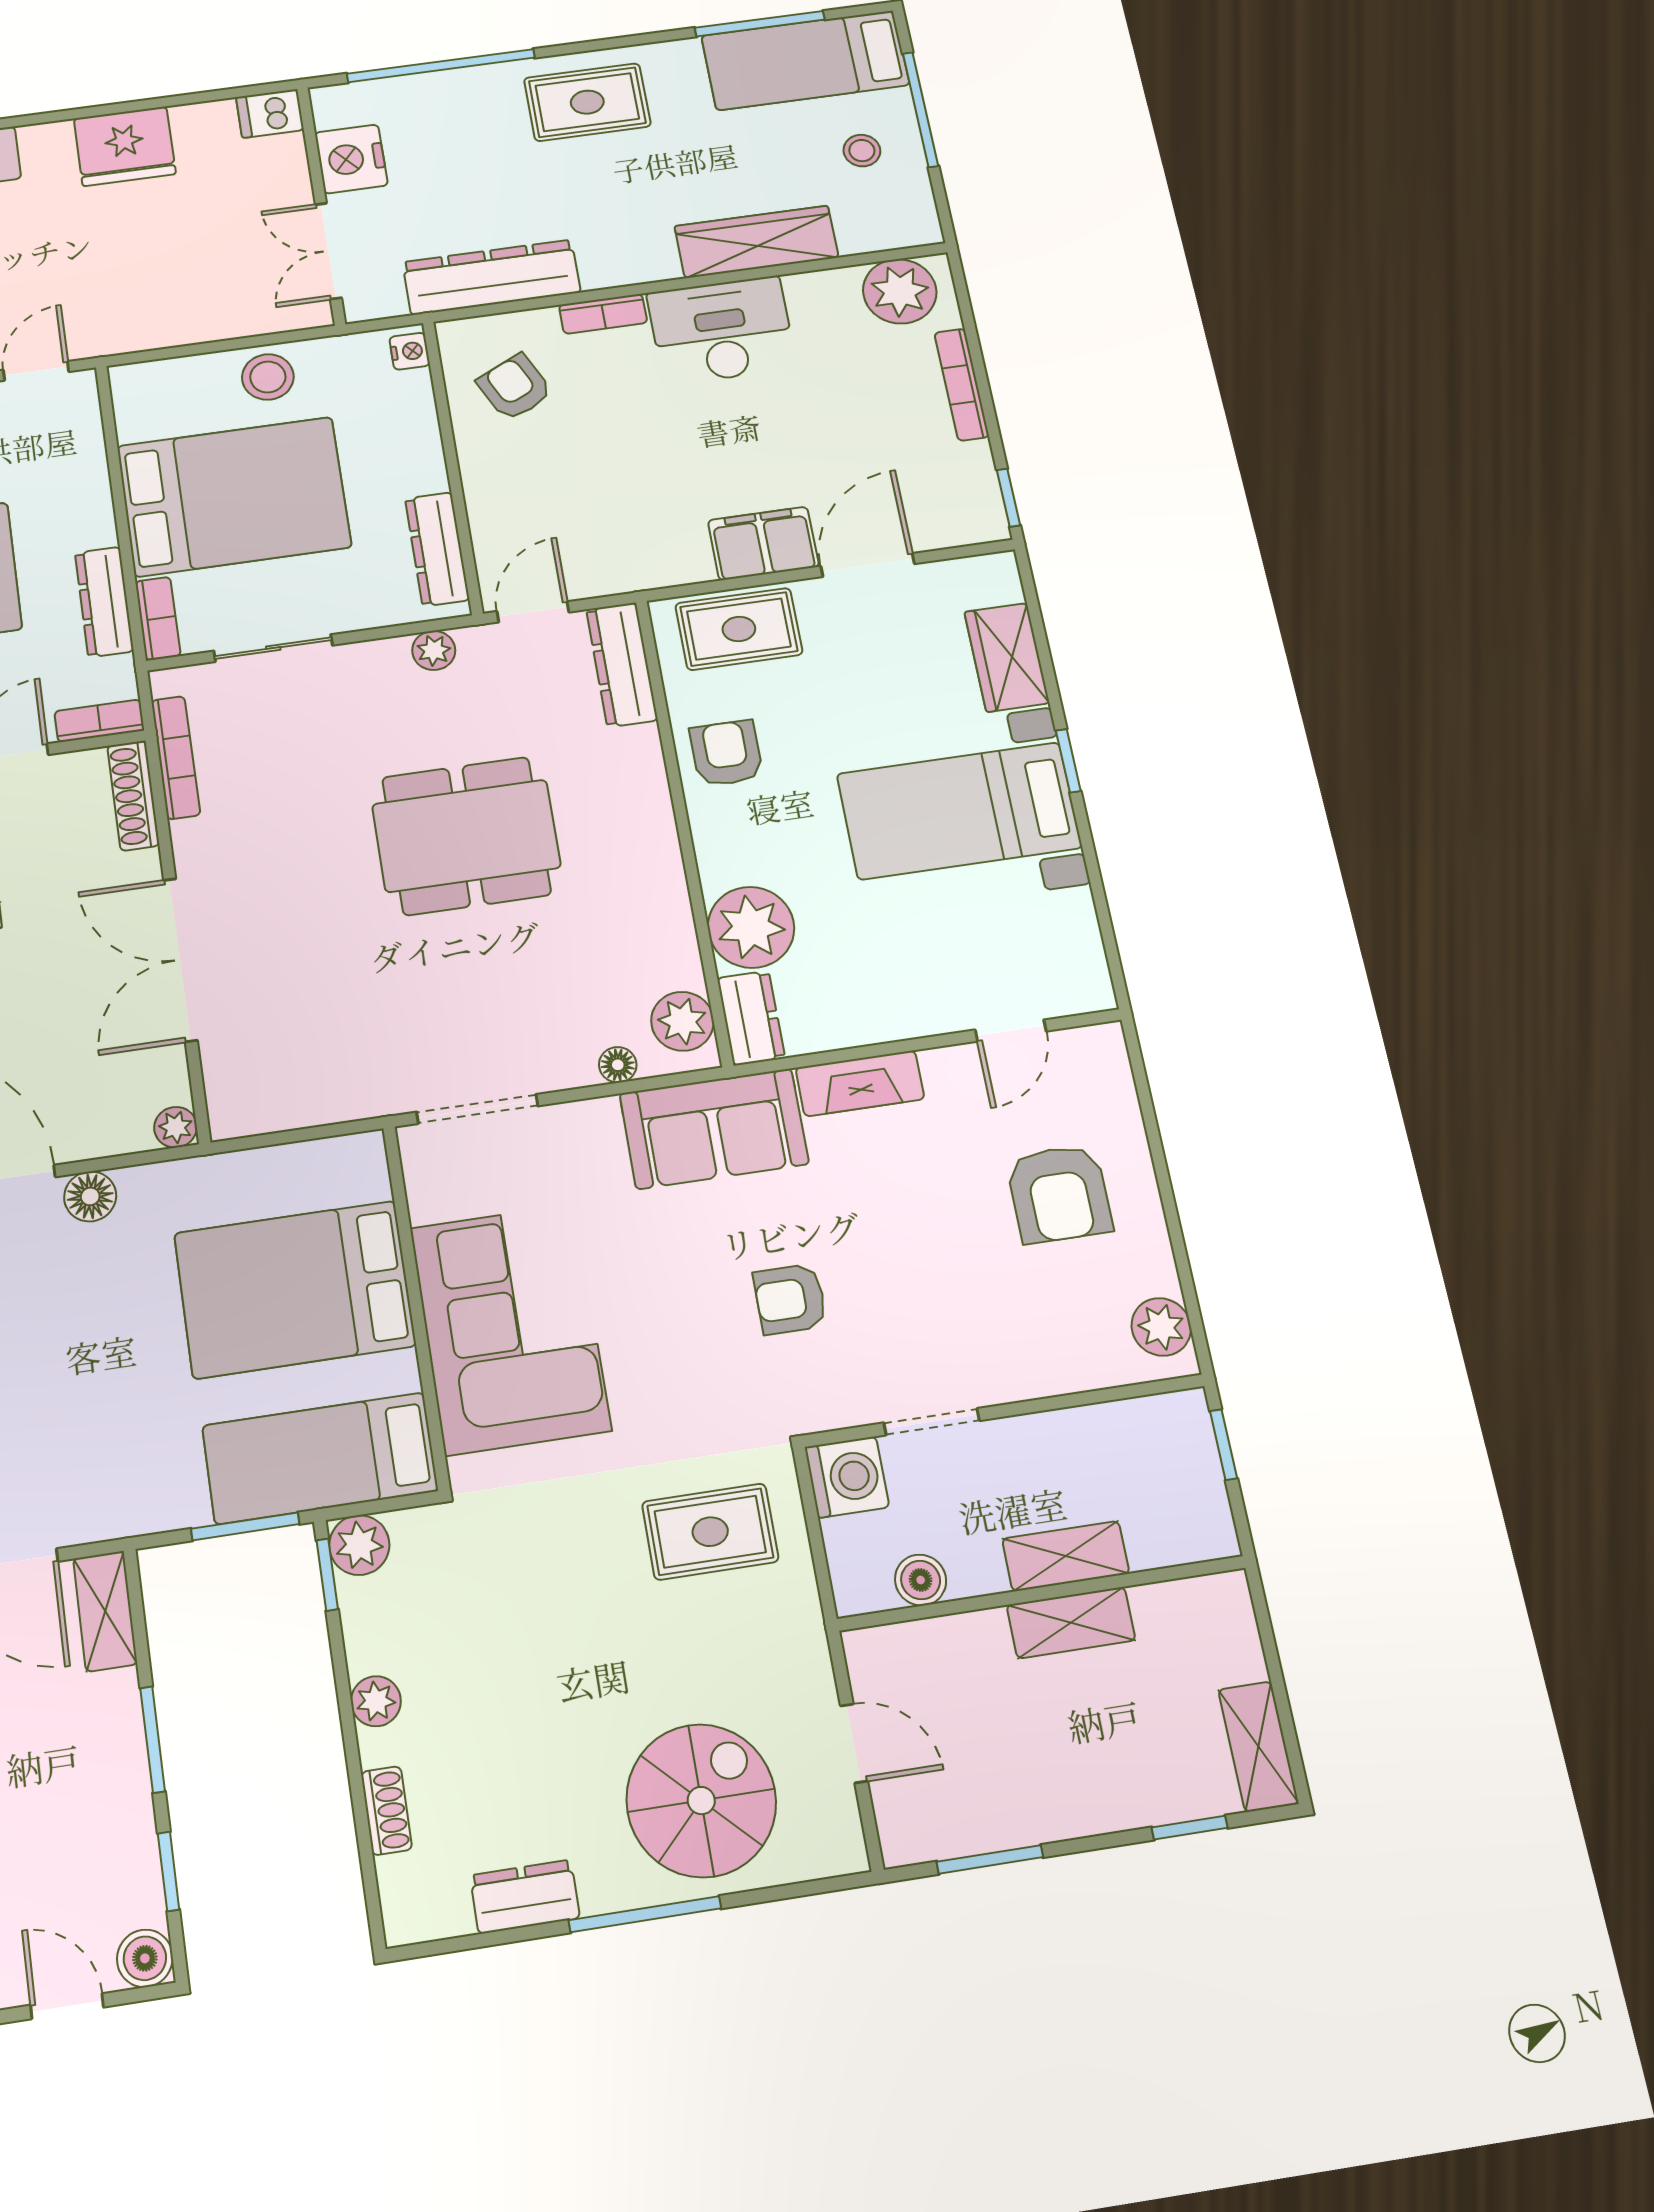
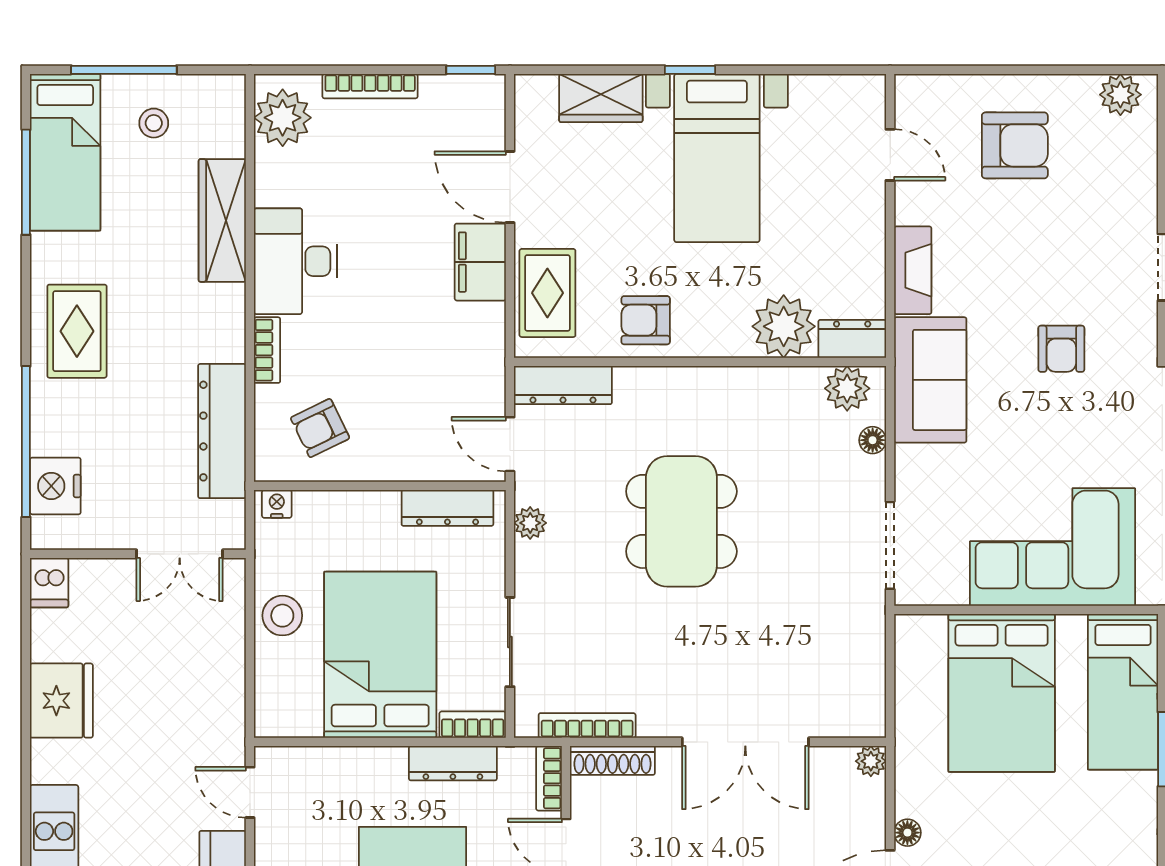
nightstand: (351, 159) -> (55, 486), moved, turned 90
floor lamp: (90, 1196) -> (907, 833), width x0.73, depth x0.73

